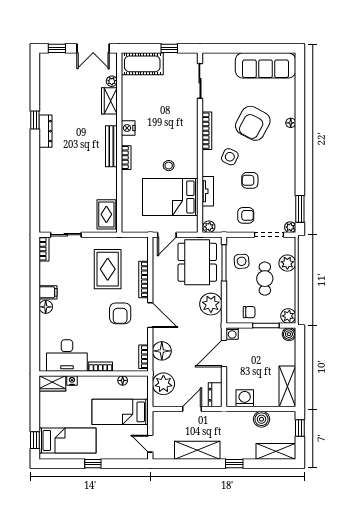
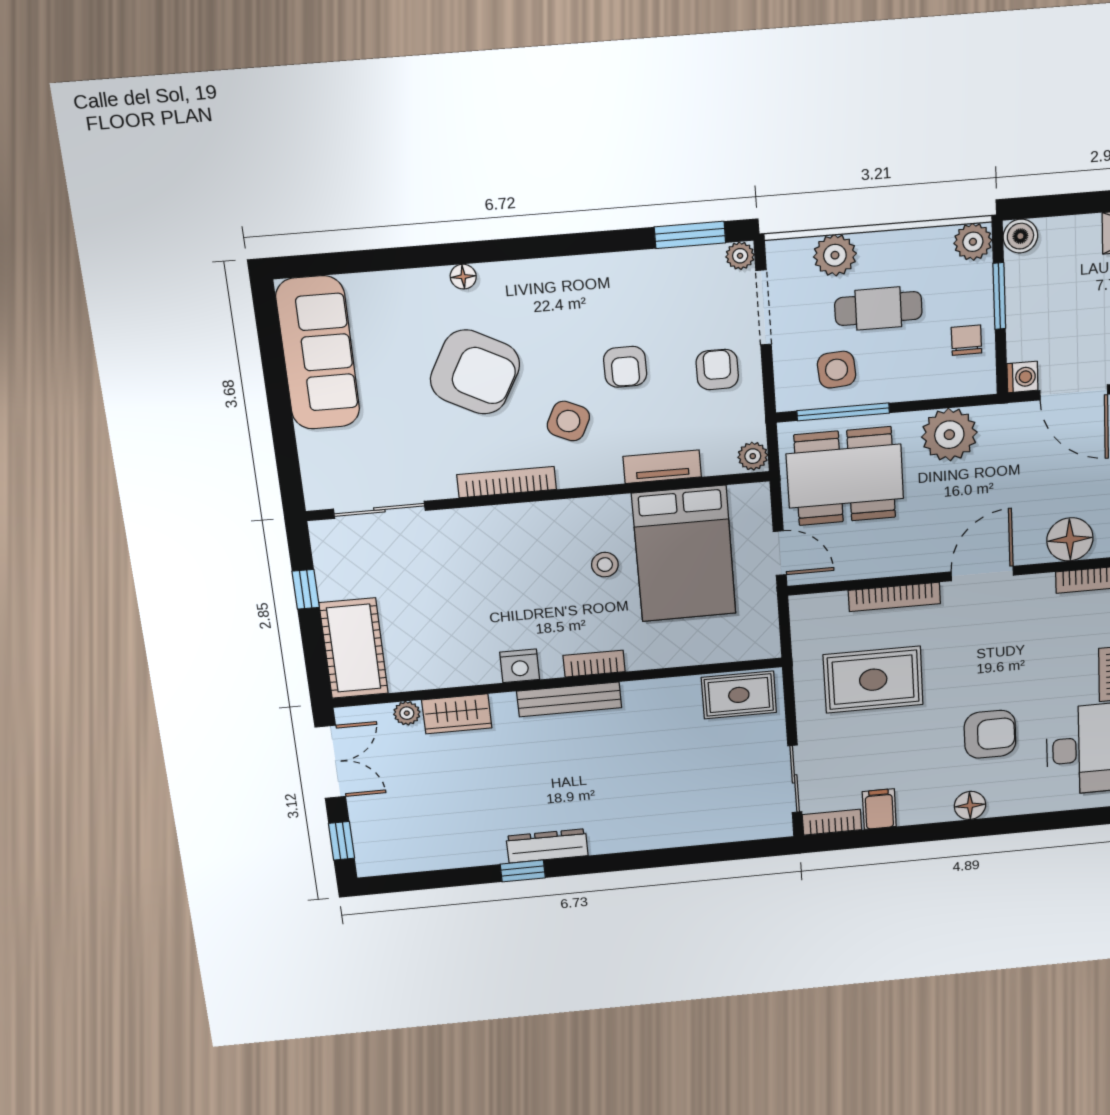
filing cabinet: (48, 292) -> (879, 809), moved
armchair: (120, 313) -> (990, 734), moved

